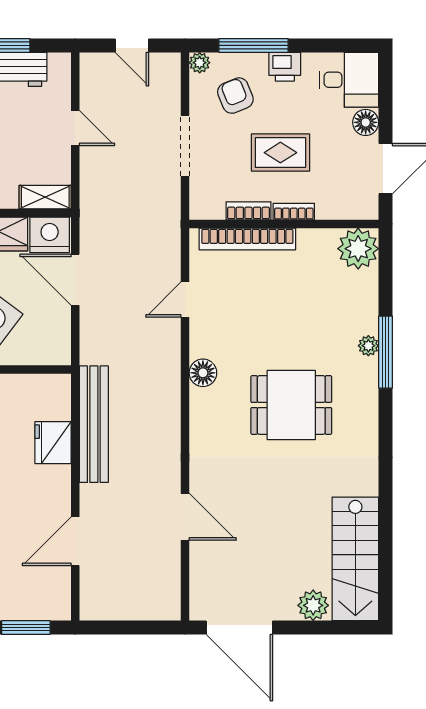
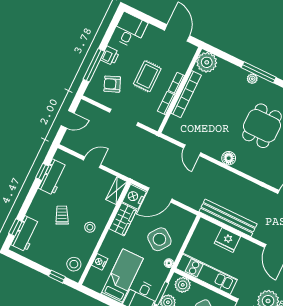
plant: (200, 63) -> (90, 93), removed
floor lamp: (366, 122) -> (152, 32), removed
bookcase: (247, 239) -> (186, 94), moved

